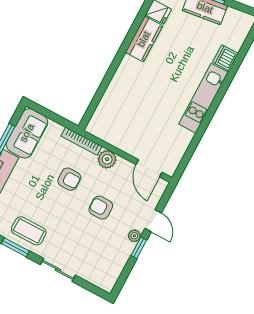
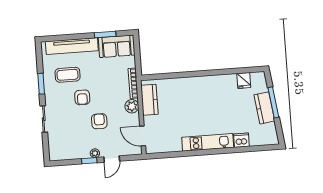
kitchen counter: (144, 39) -> (149, 100), moved, turned -90
door: (149, 168) -> (143, 136), hinge flipped
armchair: (69, 179) -> (82, 97), moved
coffee table: (29, 231) -> (68, 75), moved, turned 90

